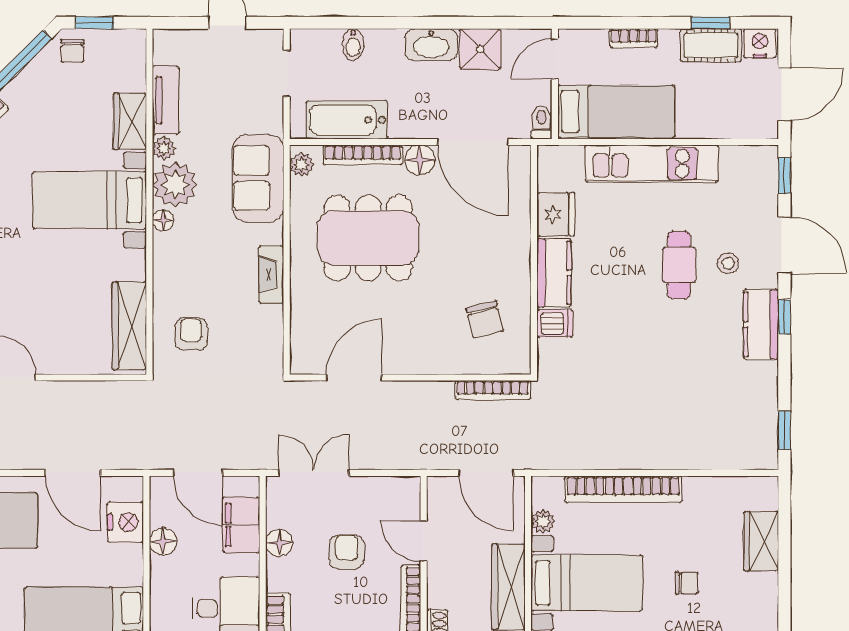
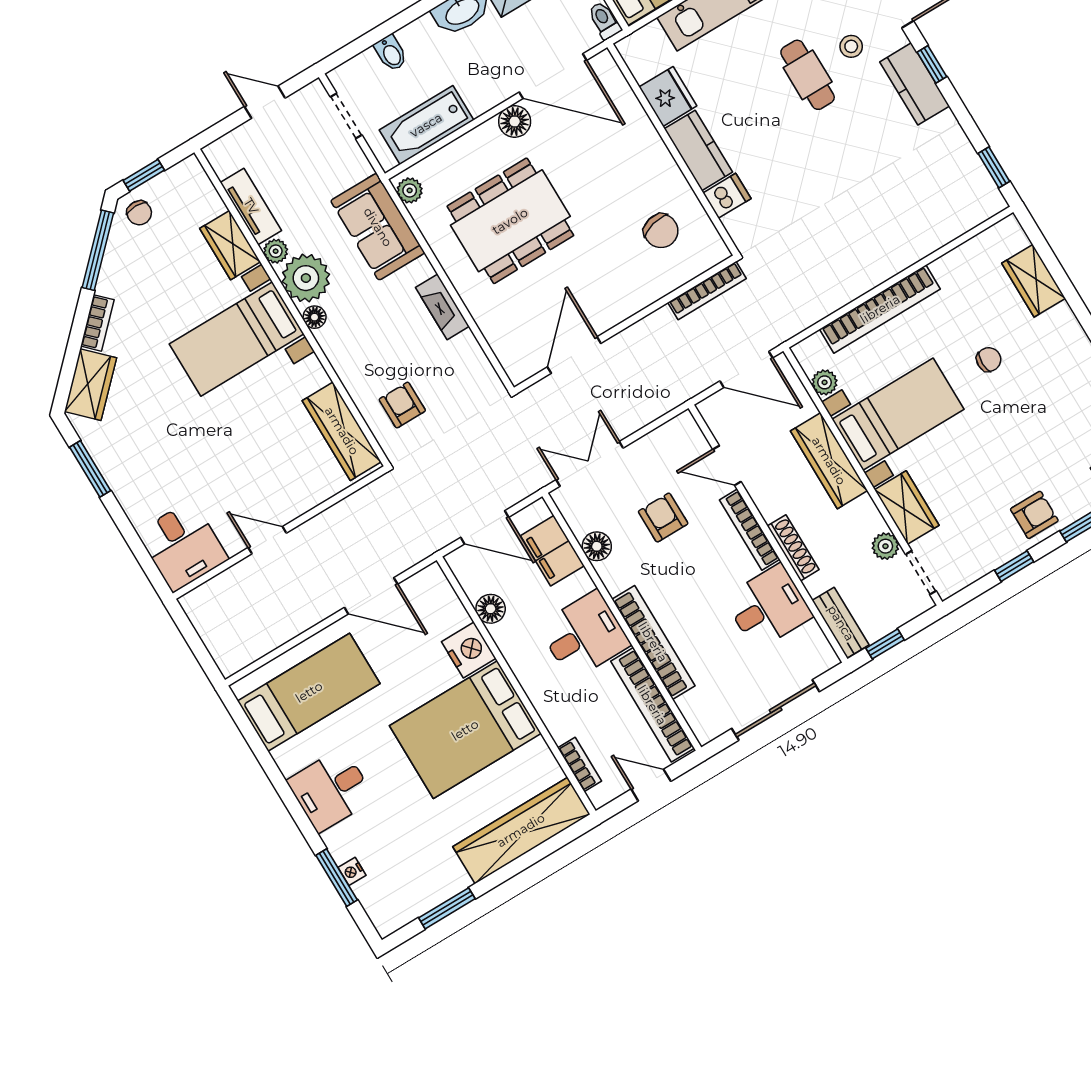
bookcase: (363, 155) -> (460, 148), removed
nightstand: (125, 522) -> (469, 650), moved

